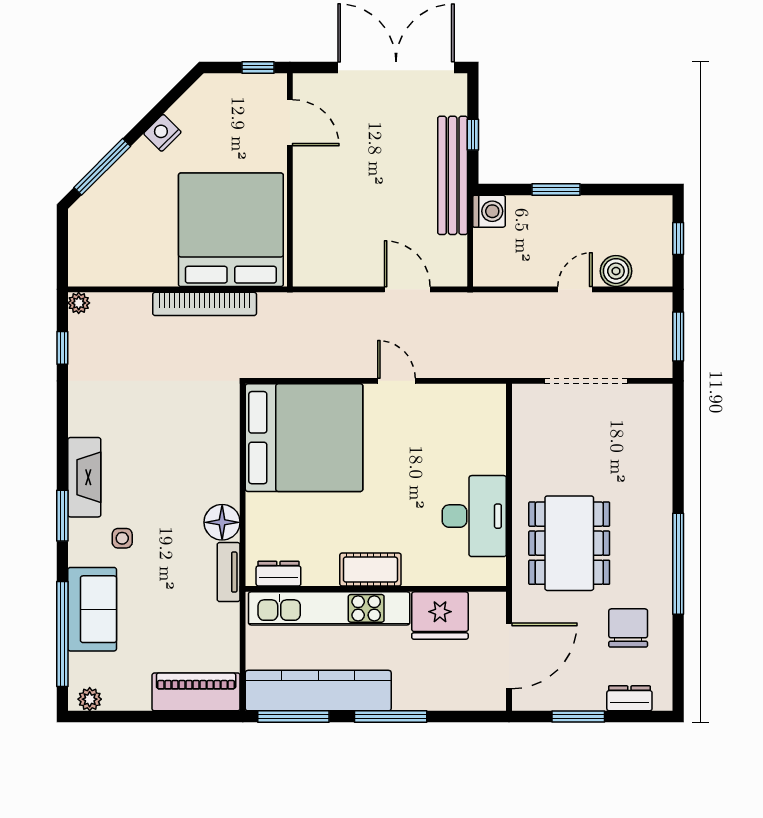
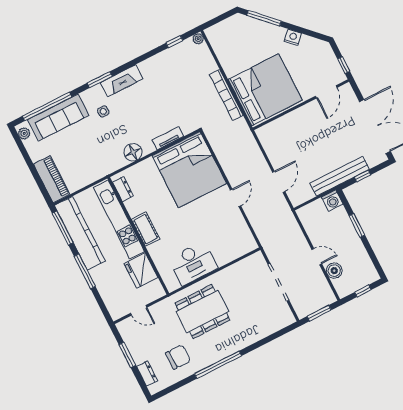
tv unit: (229, 572) -> (168, 138), moved
sofa: (92, 609) -> (58, 118), width x1.36
door: (509, 656) -> (139, 310), width x0.53

